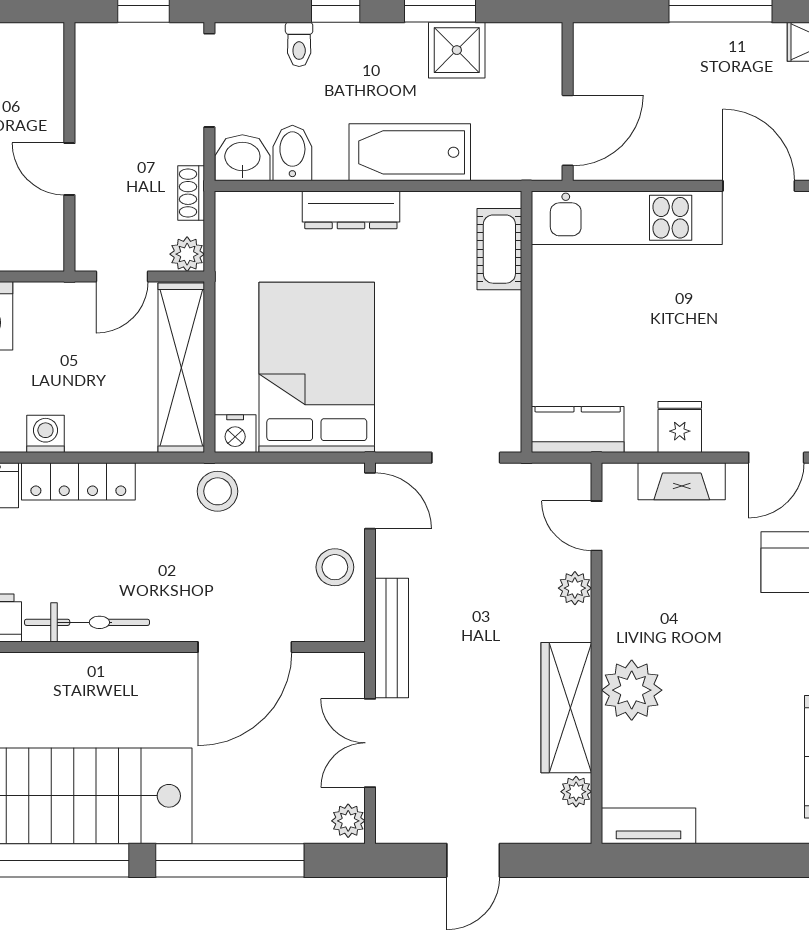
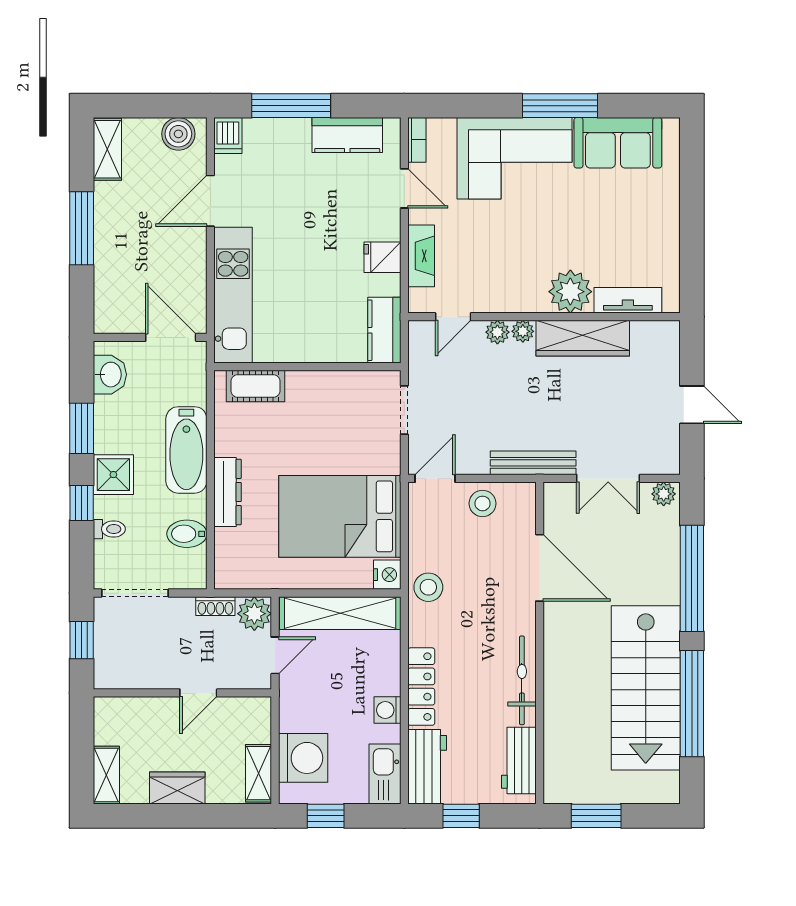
shower: (457, 50) -> (113, 475), moved
washbasin: (242, 158) -> (110, 375), moved, turned 180
plant: (187, 254) -> (254, 614), width x1.38, depth x1.38
door: (122, 276) -> (275, 655), hinge flipped
plant: (576, 792) -> (523, 331), moved
tv unit: (649, 826) -> (628, 300), moved, turned 90

